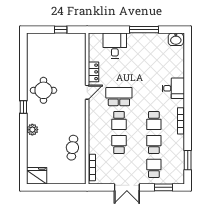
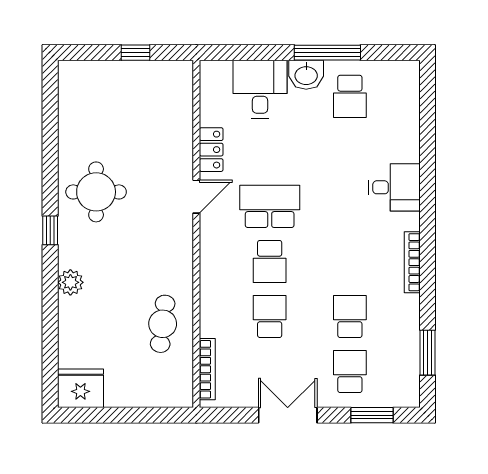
washbasin: (176, 39) -> (306, 75), moved
school desk: (154, 121) -> (350, 96), moved
double door: (127, 187) -> (288, 415), swing flipped

